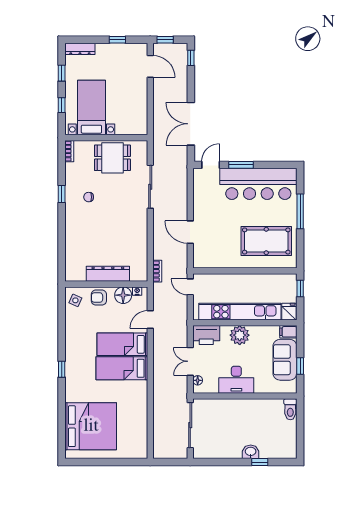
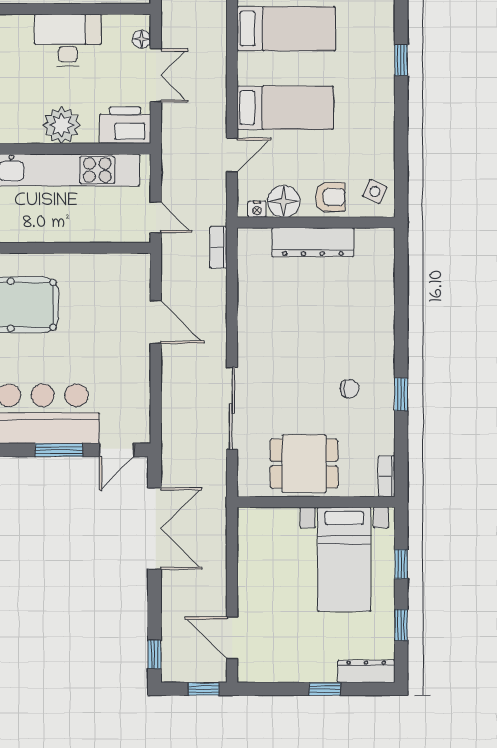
window: (117, 40) -> (325, 689), moved
bed: (122, 368) -> (286, 29), moved

